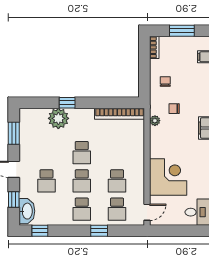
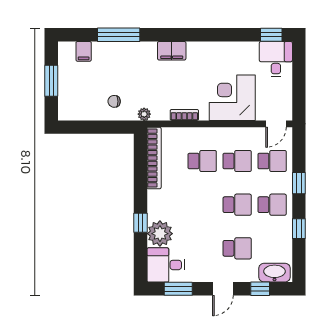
bookcase: (154, 47) -> (184, 115), moved
chair: (174, 109) -> (148, 90), removed
plant: (155, 121) -> (144, 114), moved
desk: (33, 123) -> (166, 265), added
school desk: (82, 153) -> (202, 161), moved
door: (147, 212) -> (276, 124), swing flipped
window: (40, 231) -> (299, 229), moved

